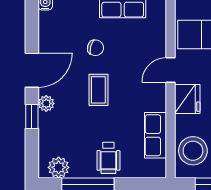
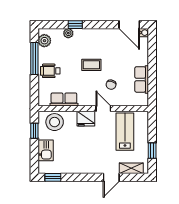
chair: (95, 48) -> (111, 85), moved
door: (32, 70) -> (129, 25), moved
plant: (46, 103) -> (68, 33), moved

